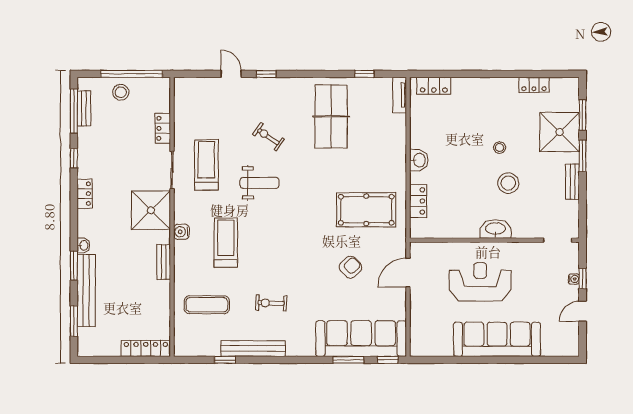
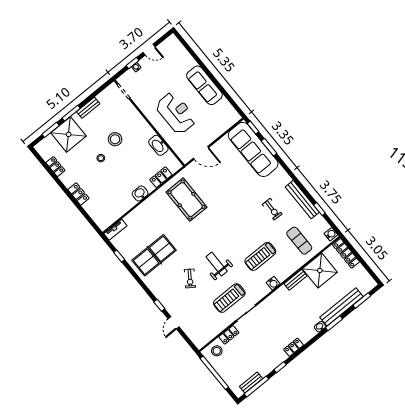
locker: (434, 86) -> (78, 194), moved
stool: (121, 92) -> (217, 351), moved
shower: (151, 210) -> (320, 270), moved
washbasin: (496, 229) -> (158, 145), moved
armchair: (350, 267) -> (222, 184), removed
reception desk: (480, 282) -> (176, 113), turned 180
sofa: (497, 339) -> (204, 85), width x0.74, depth x0.79
water cooler: (184, 349) -> (331, 234), added

